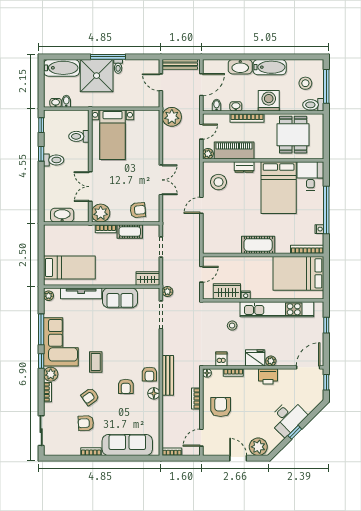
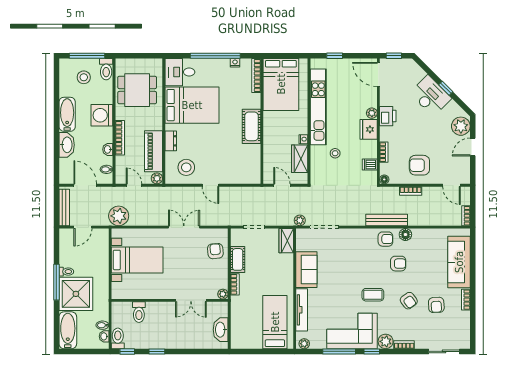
bed with nightstands: (113, 135) -> (137, 260), moved
toilet: (54, 160) -> (118, 338), moved
plant: (101, 213) -> (223, 294), width x0.53, depth x0.53

